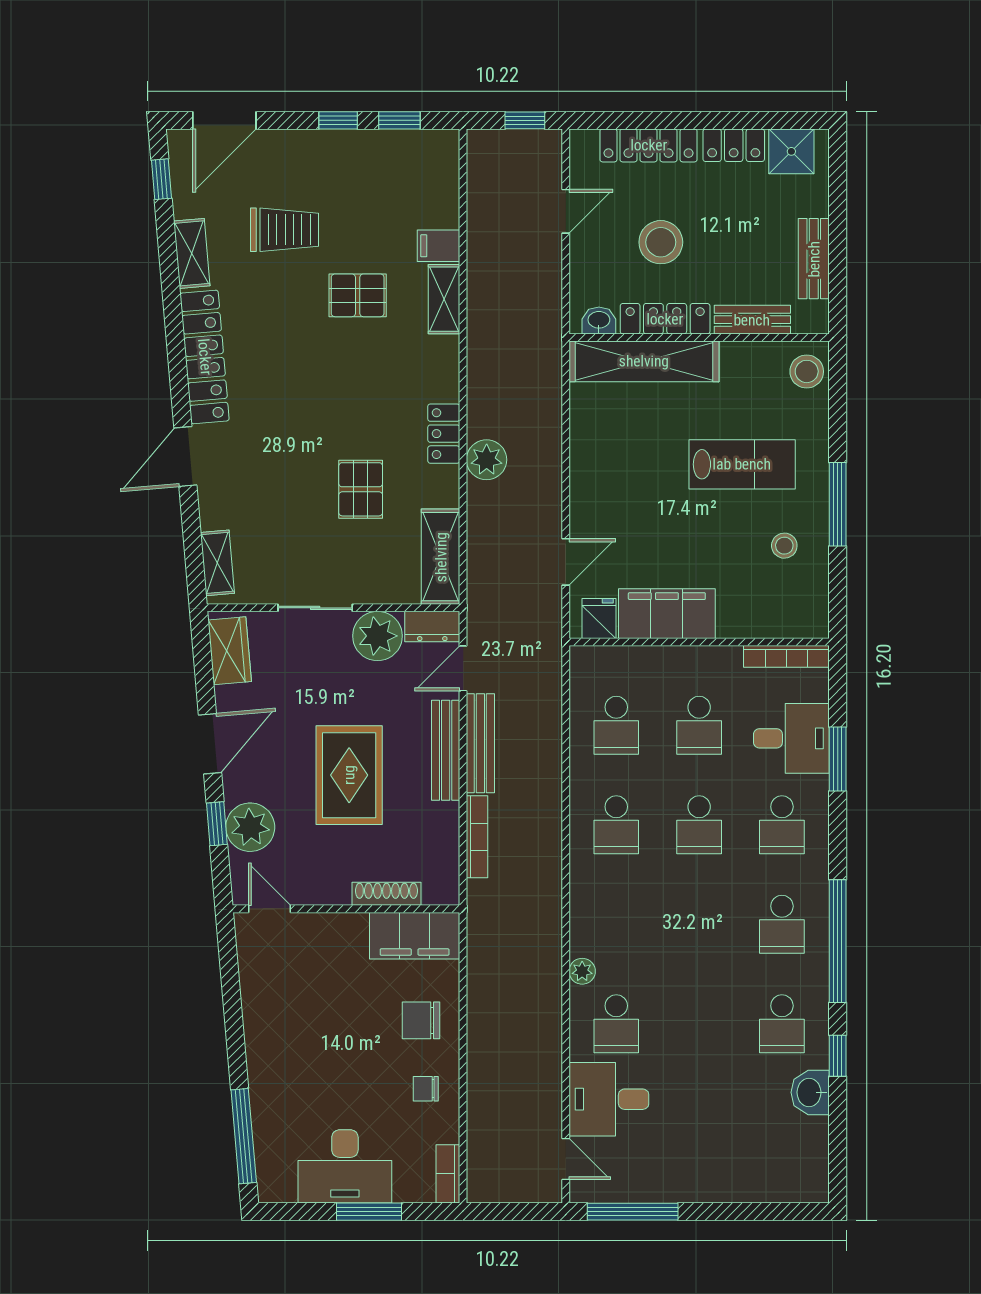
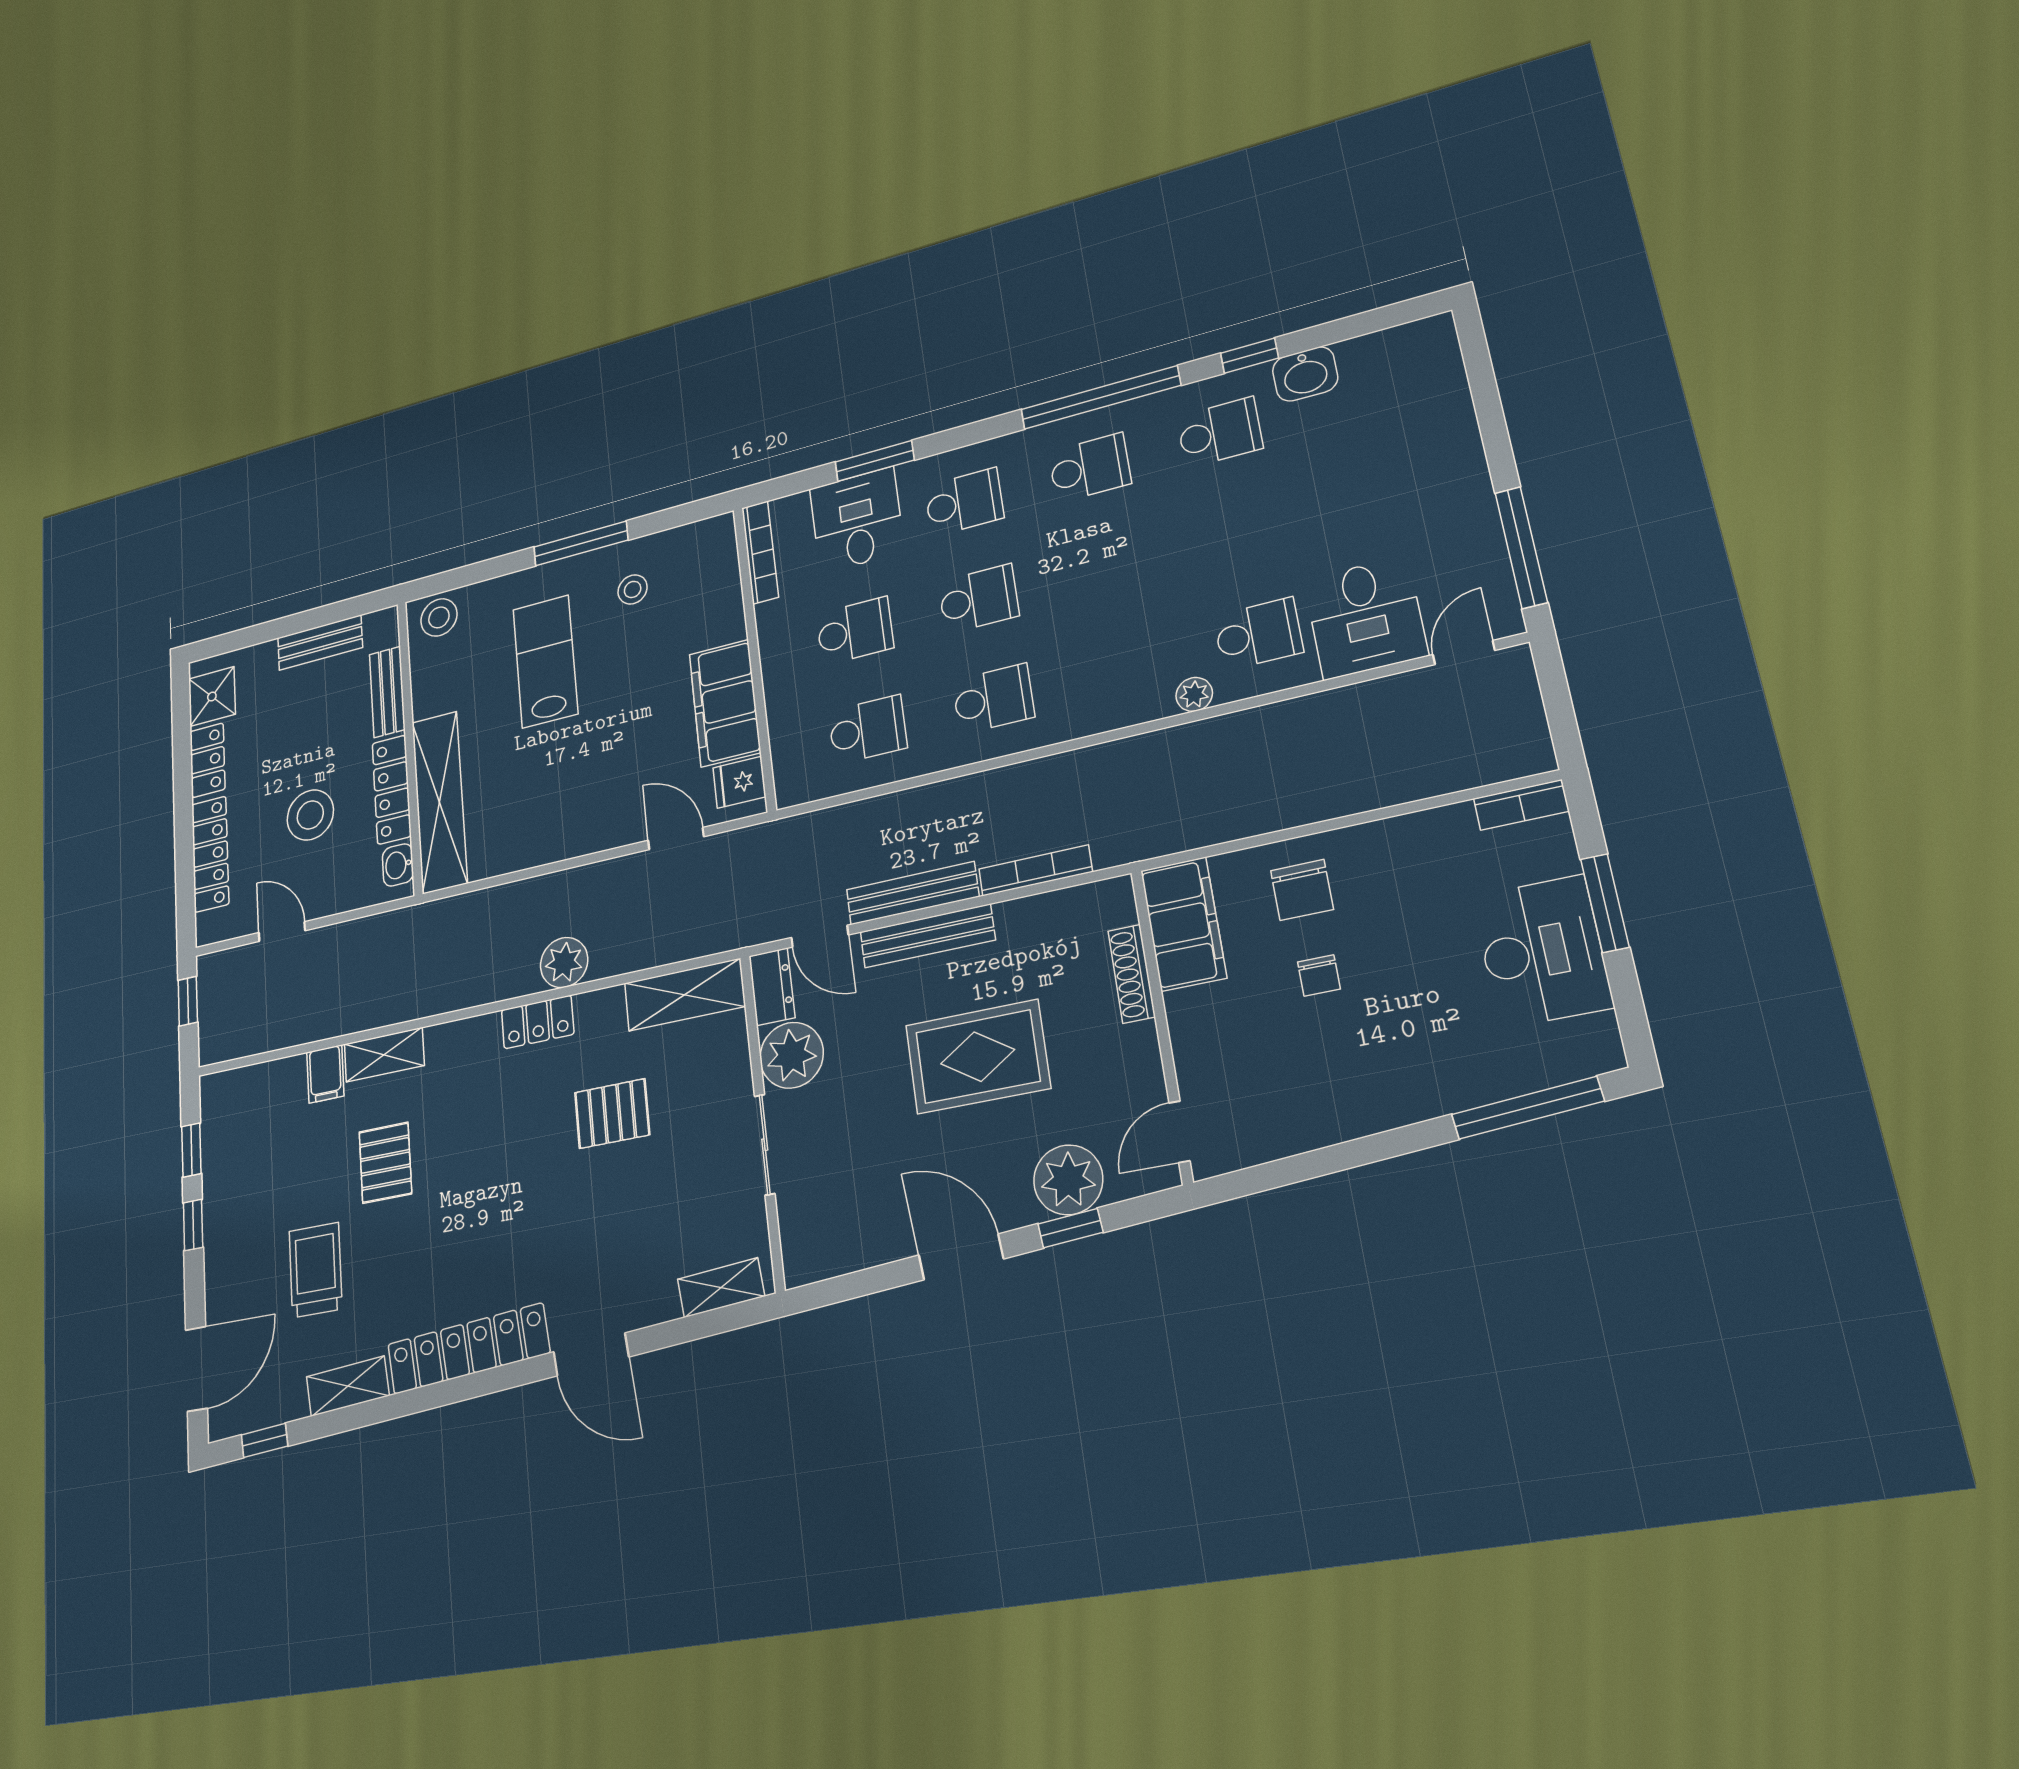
door: (224, 120) -> (196, 1369), hinge flipped
wardrobe: (230, 651) -> (833, 1251), removed
chair: (426, 1089) -> (1319, 975), moved

